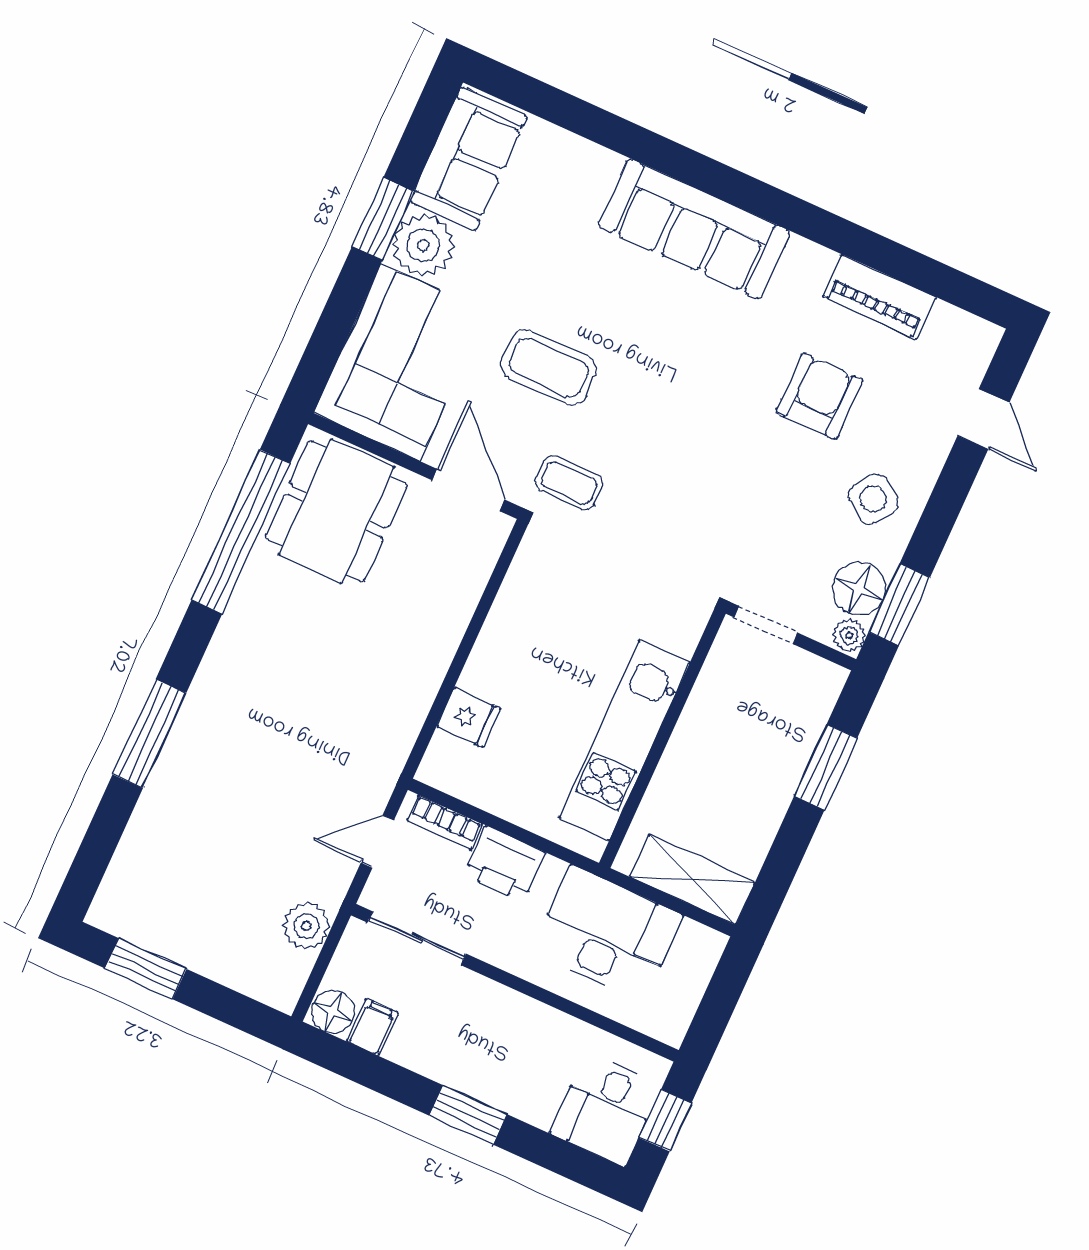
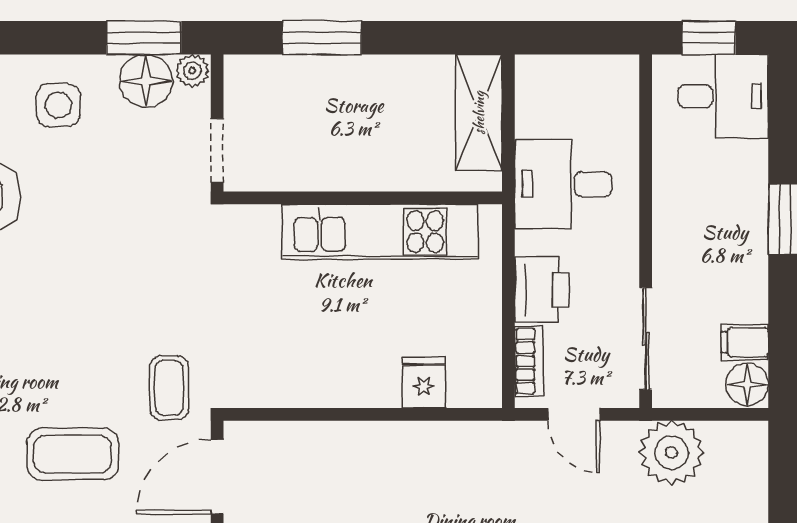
coffee table: (549, 367) -> (73, 454), turned 90
side table: (873, 499) -> (58, 105), turned -36
plant: (306, 926) -> (671, 453), width x1.36, depth x1.36
desk: (607, 934) -> (563, 184), width x0.73

